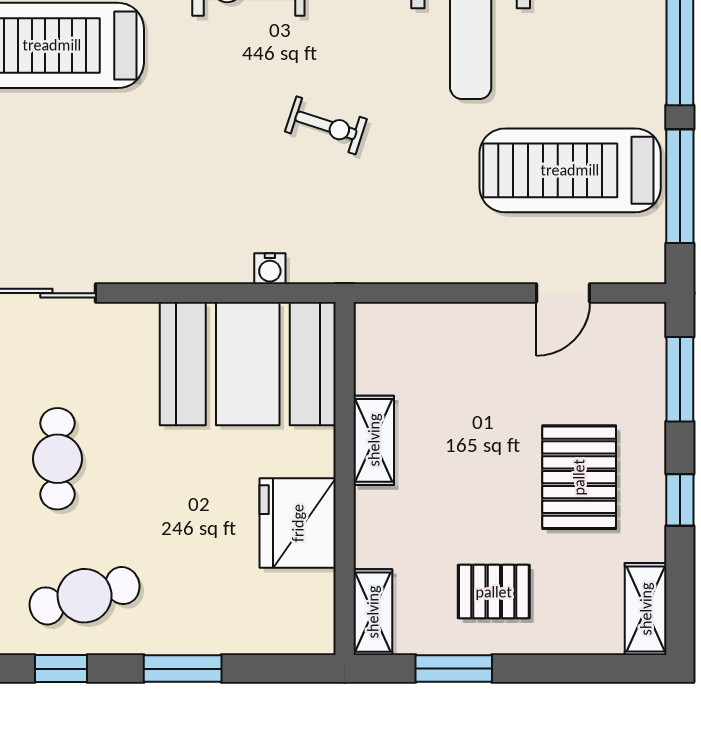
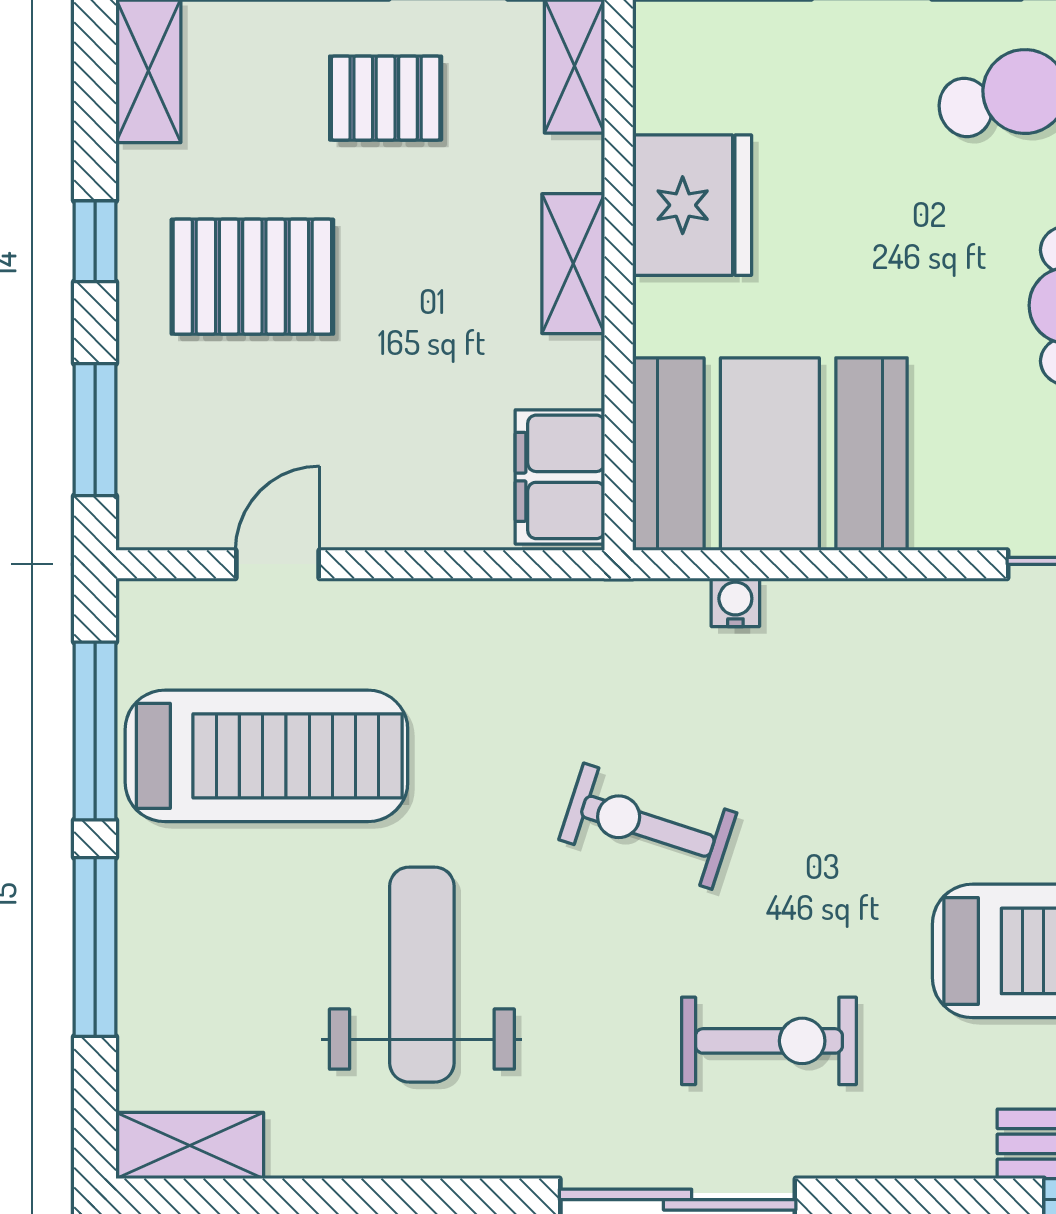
exercise bike: (326, 125) -> (648, 826), width x1.38, depth x1.39
filing cabinet: (382, 349) -> (560, 477), added
shelving: (374, 440) -> (573, 264), moved
pallet: (579, 477) -> (252, 277), turned 90

